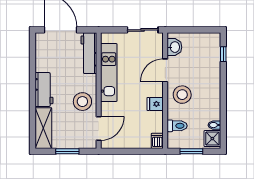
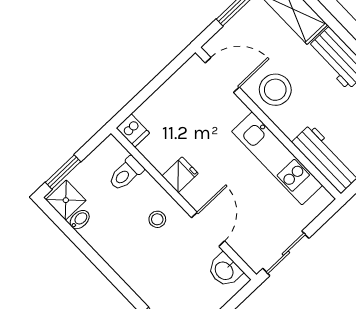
stool: (182, 95) -> (157, 219), width x0.53, depth x0.53
door: (99, 128) -> (222, 75), swing flipped
window: (191, 151) -> (63, 172), moved

